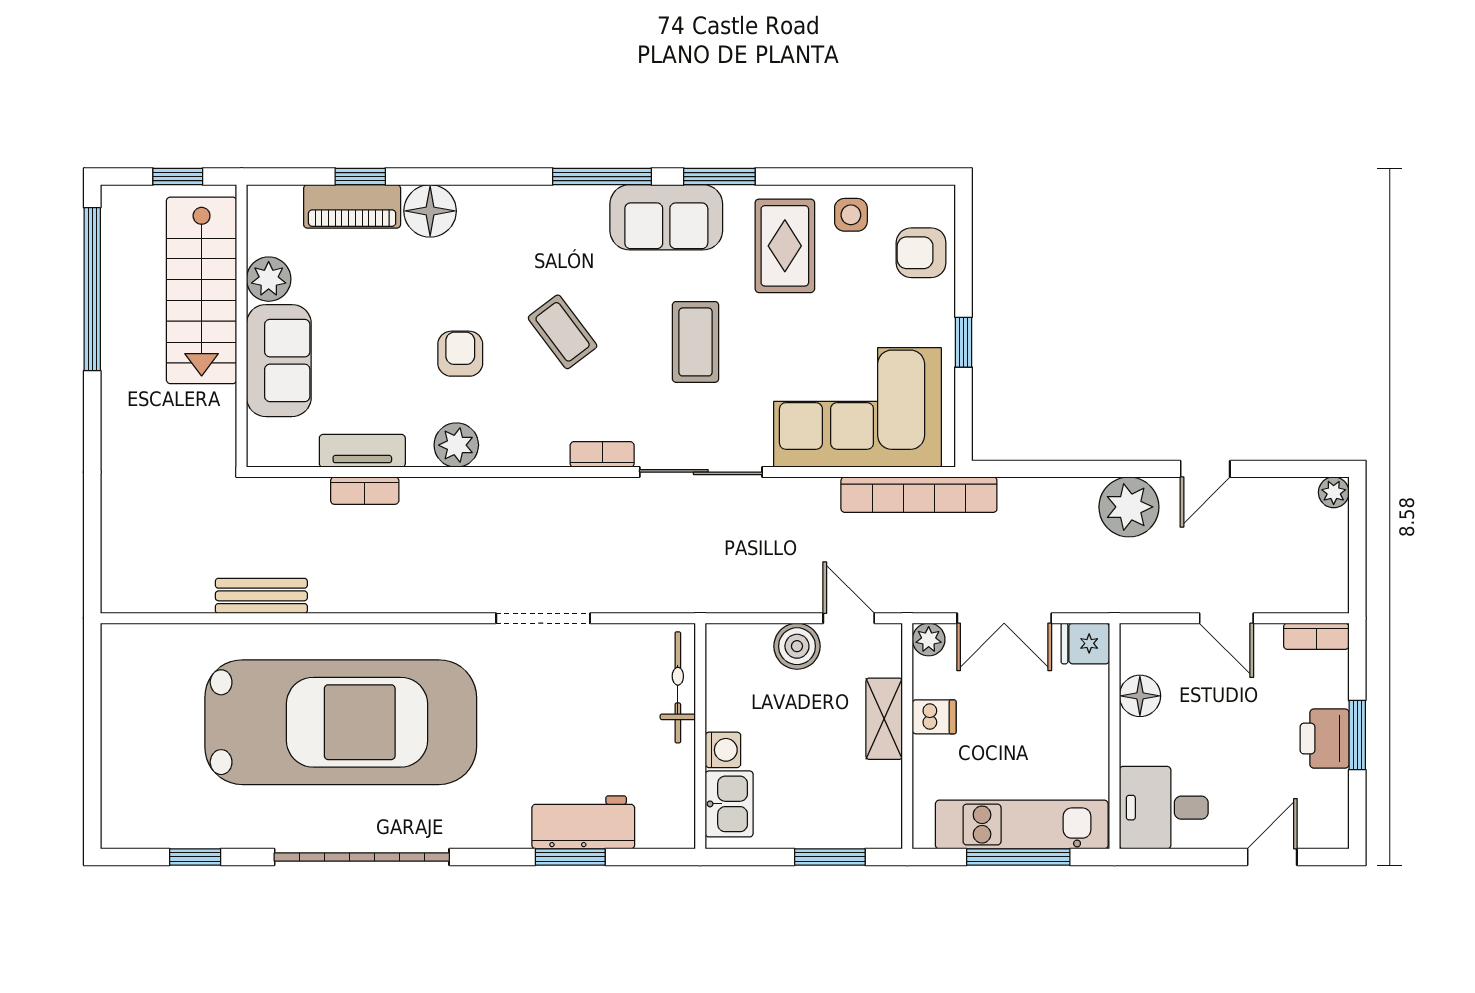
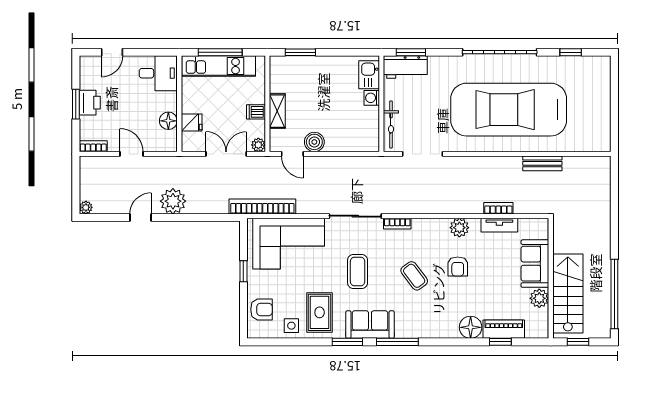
fridge: (1085, 643) -> (192, 123), moved
bicycle: (678, 687) -> (391, 124), moved
wall: (700, 736) -> (381, 104), moved
washing machine: (723, 750) -> (372, 98), moved
kitchen sink: (729, 804) -> (369, 75), moved

